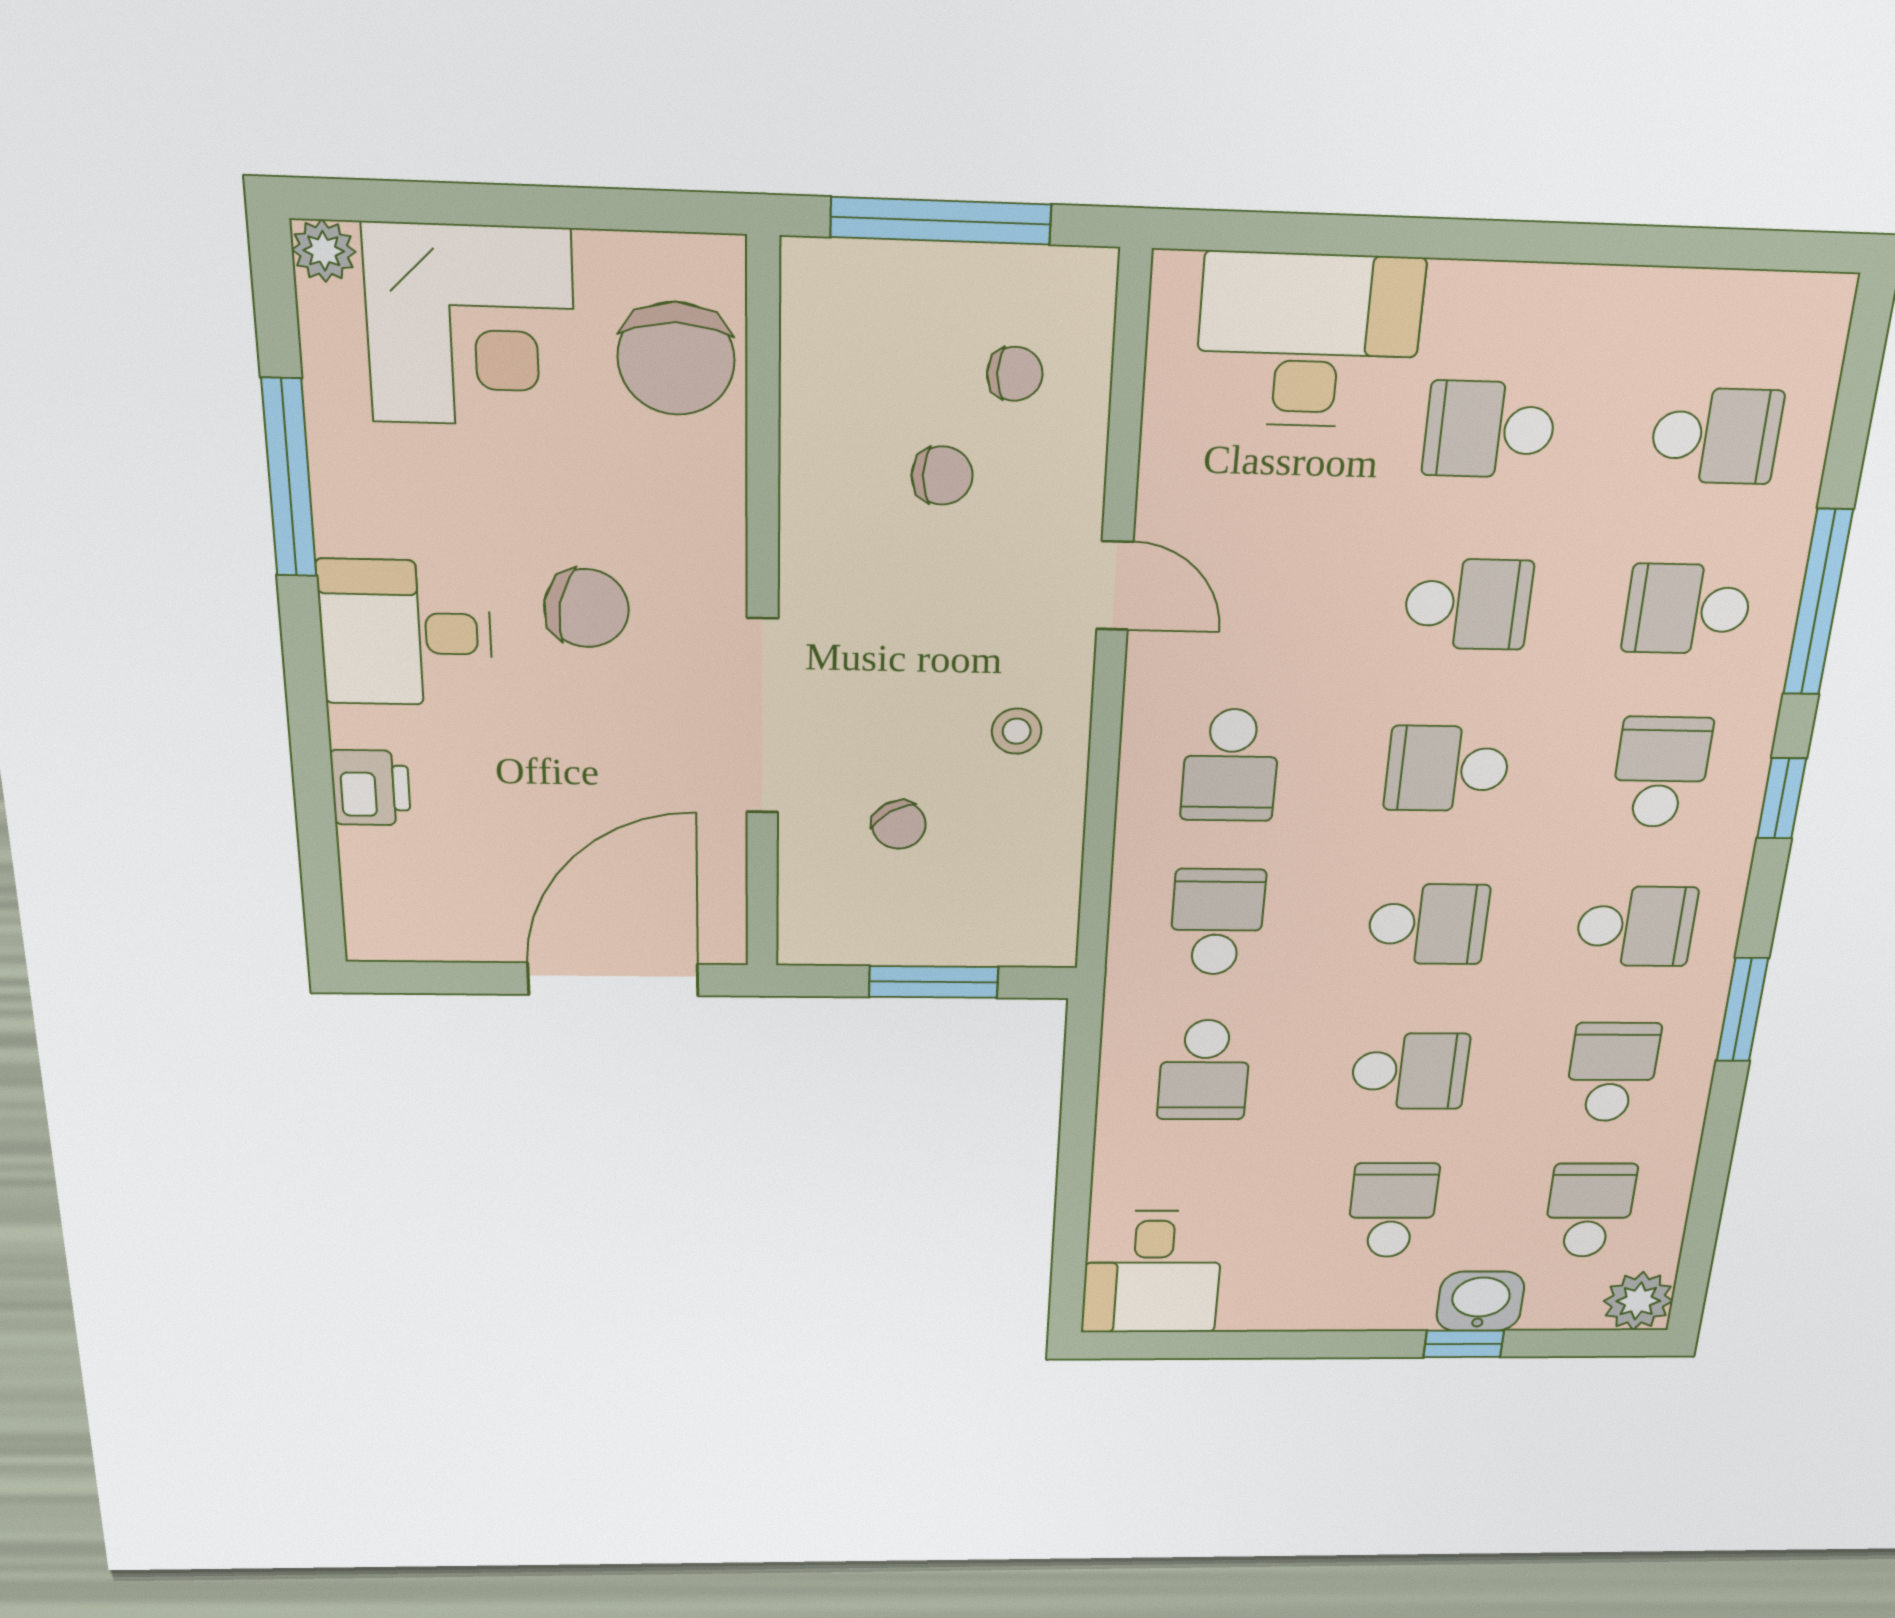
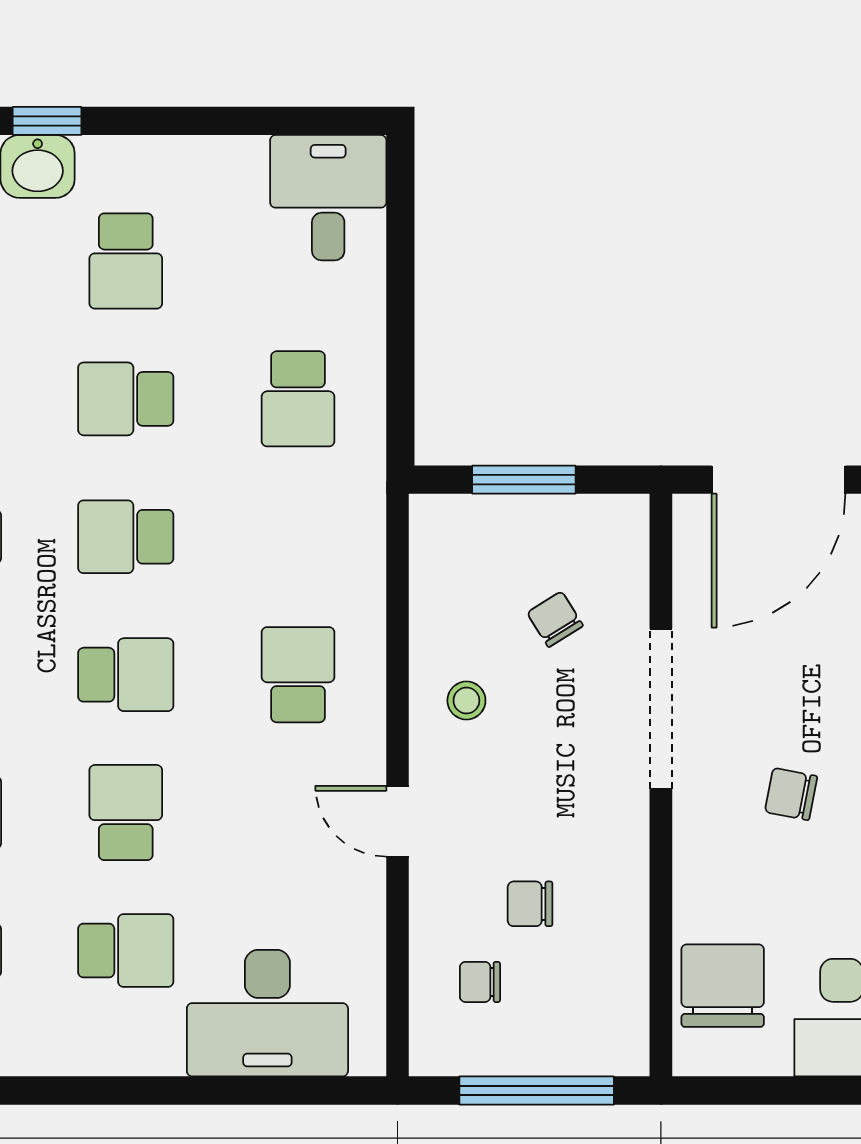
school desk: (1468, 604) -> (126, 813), turned 90
chair: (586, 608) -> (791, 794), width x0.73, depth x0.73
school desk: (1217, 922) -> (298, 537), removed
school desk: (1204, 1070) -> (298, 399), turned 180

